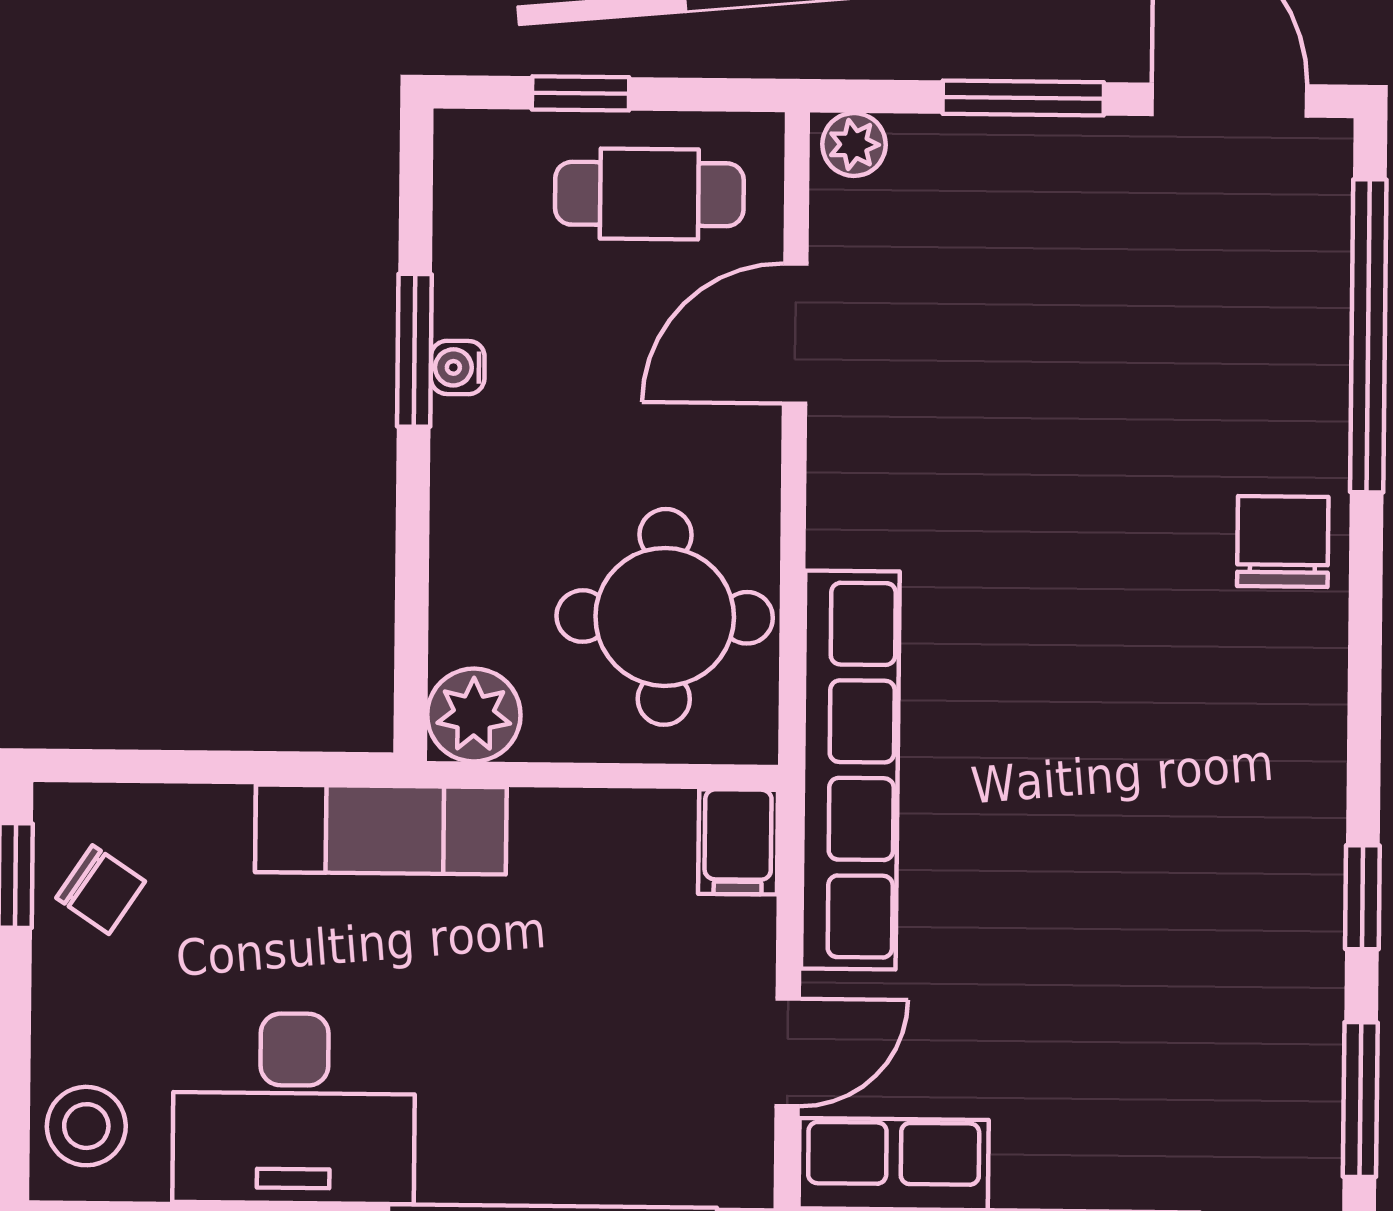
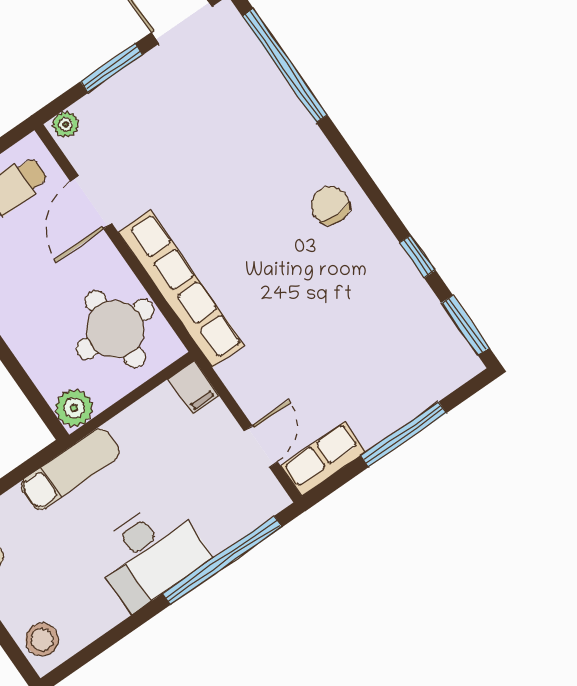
chair: (1283, 541) -> (330, 205), moved
row of seats: (850, 770) -> (181, 289), moved
desk: (294, 1108) -> (150, 554), moved

